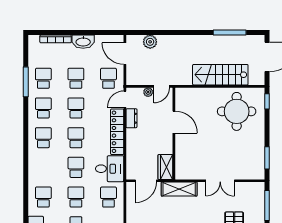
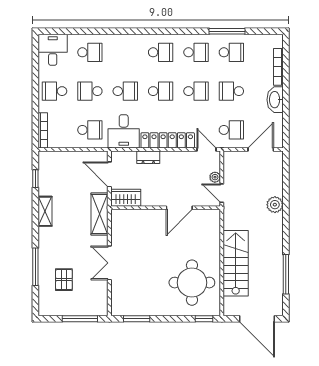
plant: (150, 42) -> (275, 205), moved
school desk: (76, 78) -> (231, 91), turned 180
dresser: (131, 118) -> (148, 157), moved
school desk: (76, 197) -> (90, 91), turned 180

